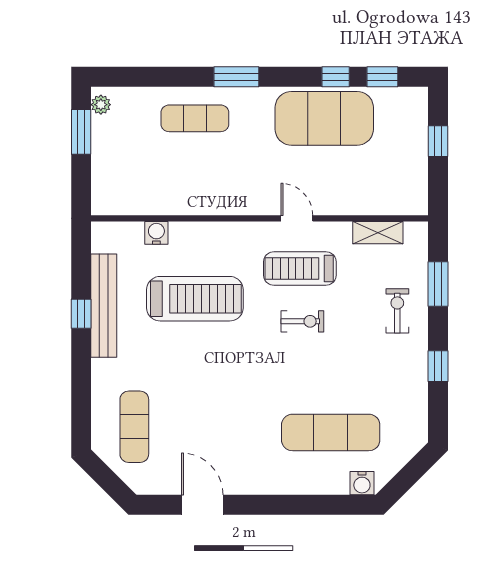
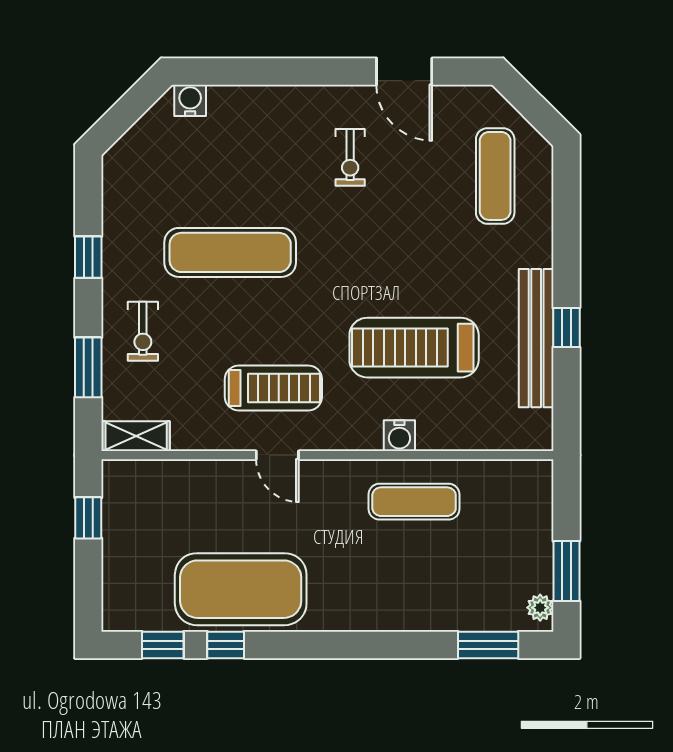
window: (236, 77) -> (488, 645), moved
exercise mat: (195, 118) -> (414, 502), moved
window: (438, 141) -> (88, 518), moved
water cooler: (156, 233) -> (399, 436), moved
shelving: (378, 233) -> (136, 436), moved
exercise bike: (302, 321) -> (350, 157), moved, turned -90
exercise mat: (331, 432) -> (230, 252), moved

